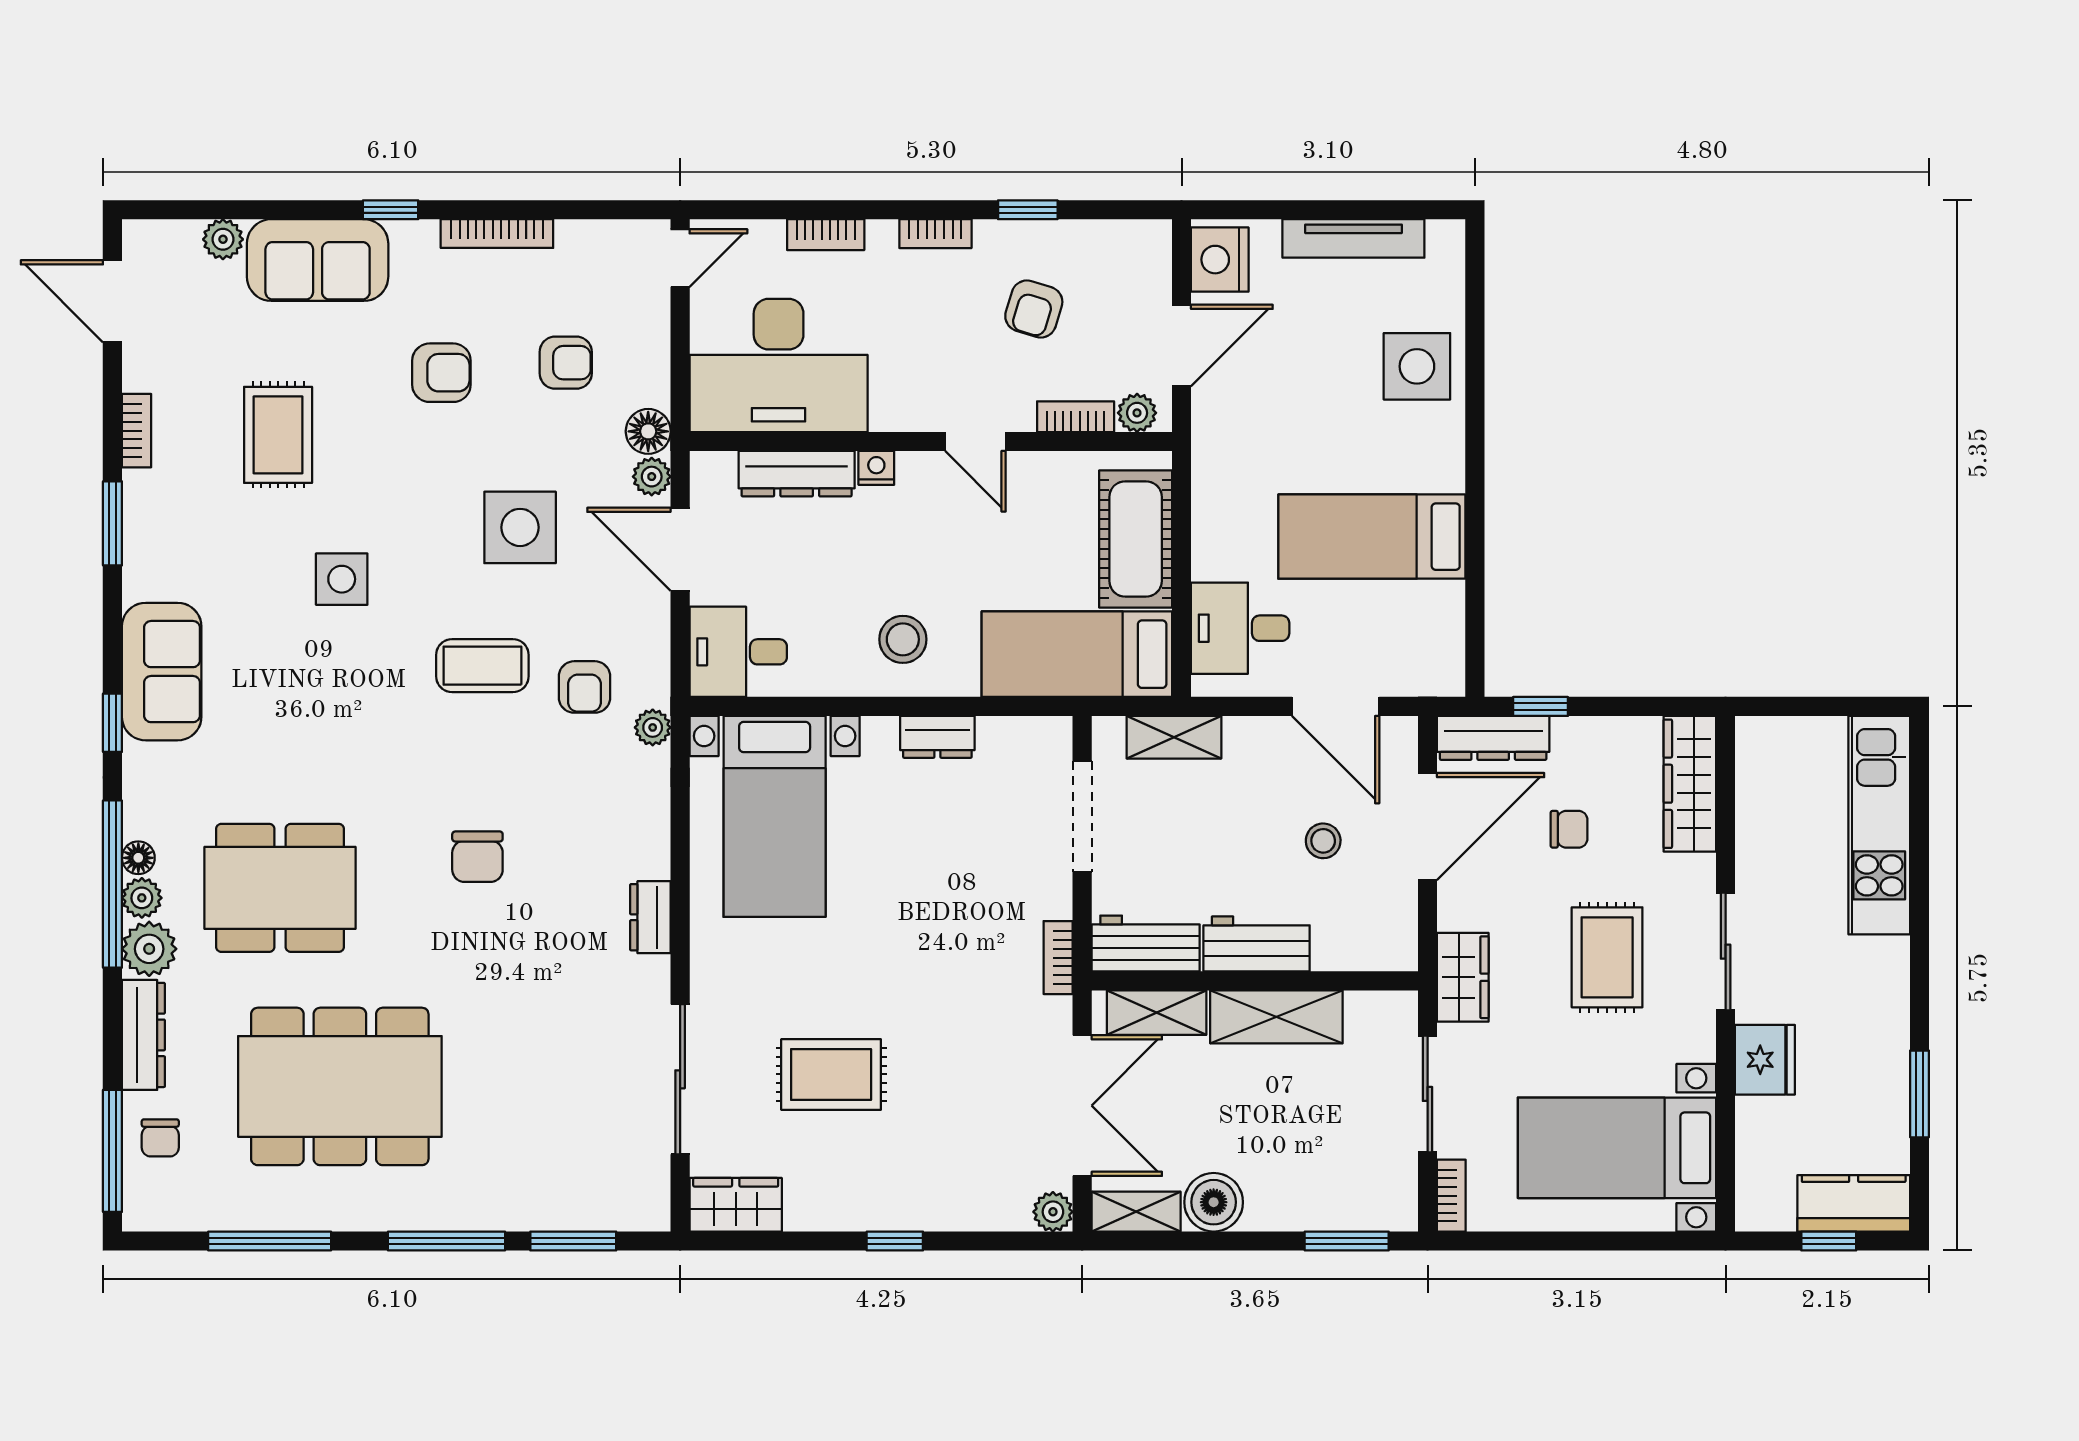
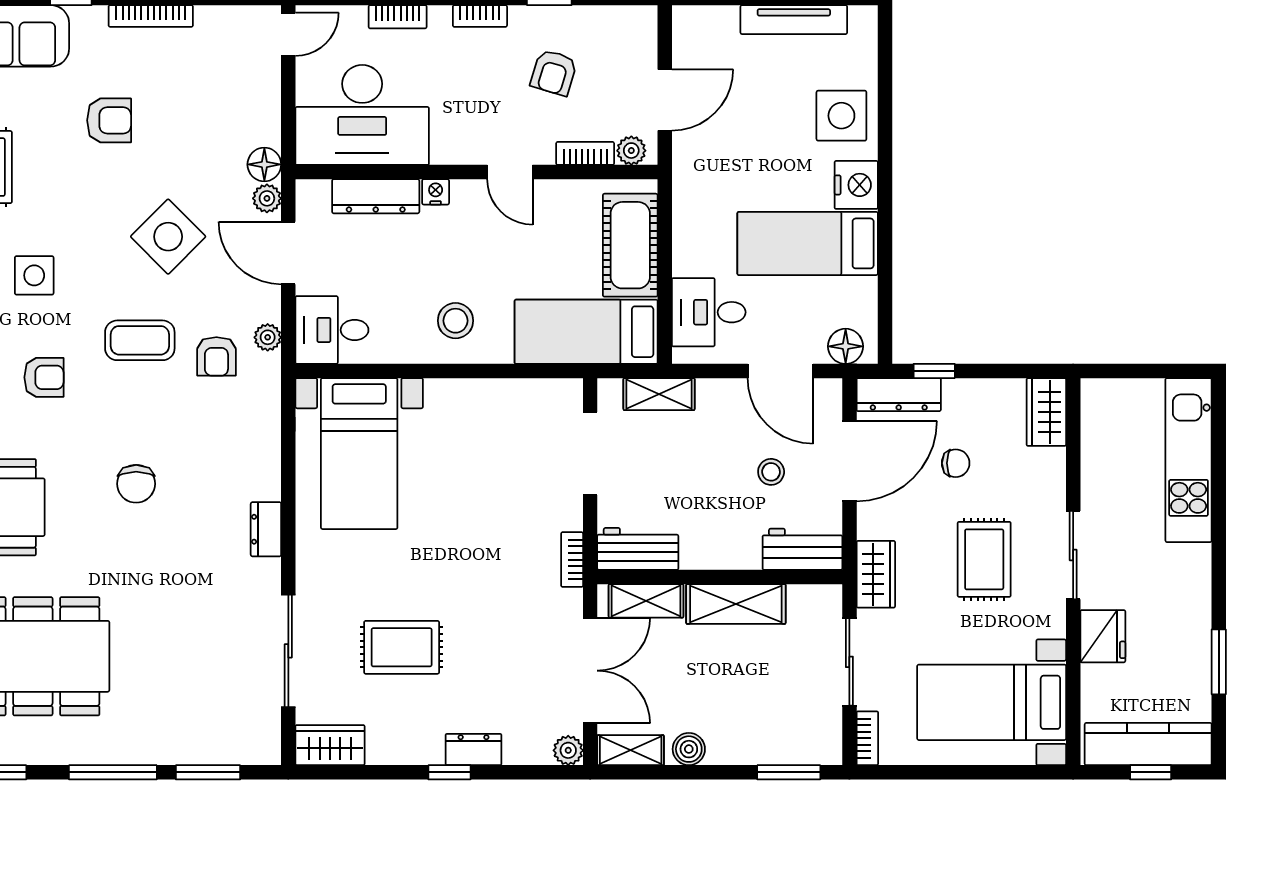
nightstand: (1220, 260) -> (856, 185), moved, turned 180
armchair: (566, 363) -> (44, 377), moved
side table: (520, 527) -> (168, 237), turned 45
floor lamp: (1422, 674) -> (846, 346), added
plant: (653, 727) -> (268, 337), moved
dresser: (937, 737) -> (474, 749), moved, turned 180
wardrobe: (1690, 784) -> (1046, 412), width x0.67
workbench: (1257, 944) -> (802, 549), moved
boiler: (1214, 1202) -> (689, 749), width x0.73, depth x0.73
kitchen counter: (1854, 1203) -> (1148, 744), width x1.50

